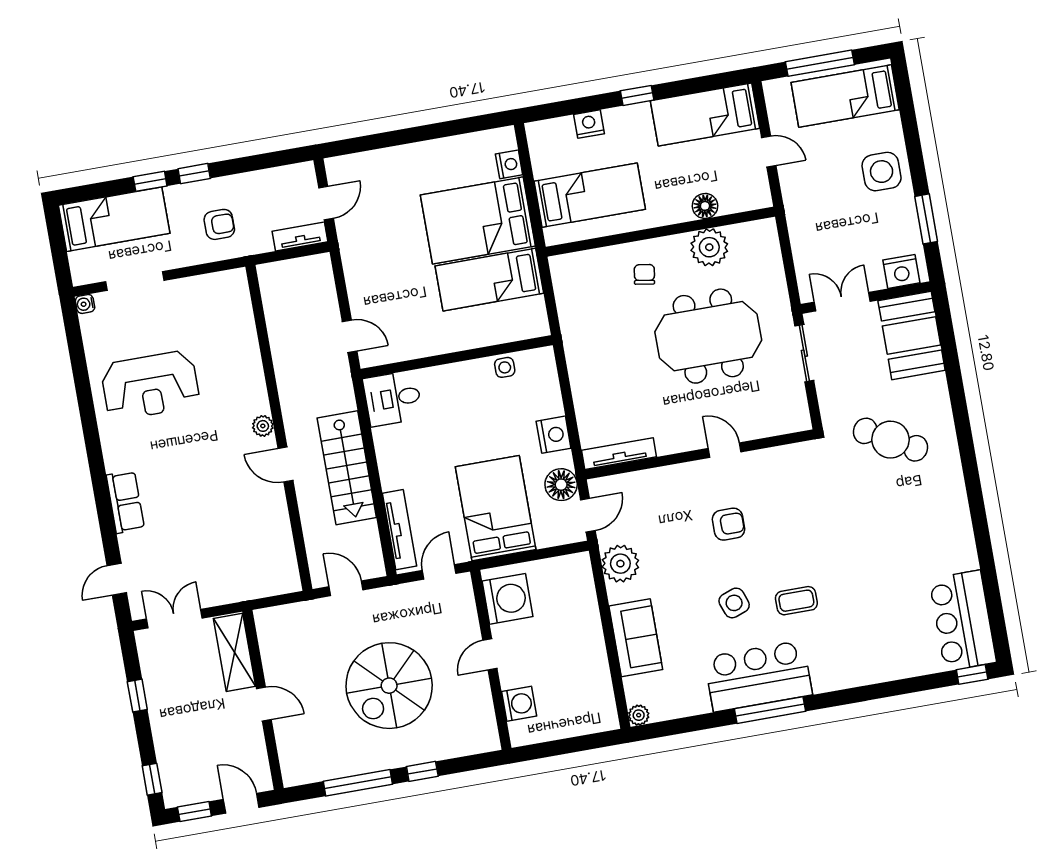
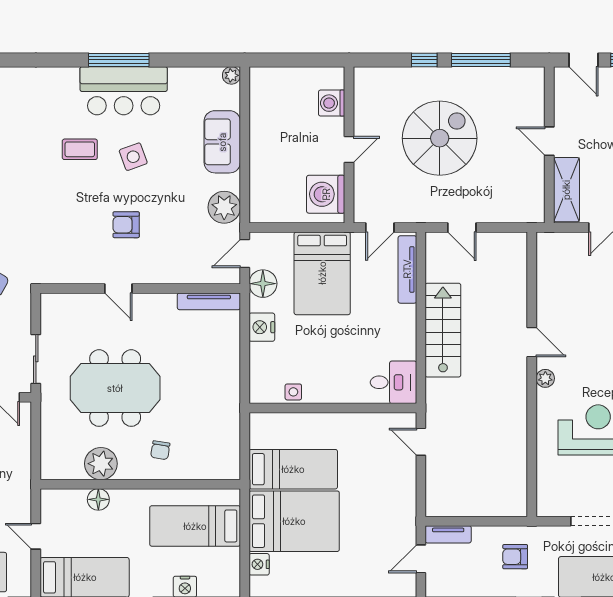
plant: (263, 426) -> (545, 378), moved
wall: (279, 428) -> (532, 374), moved
door: (285, 465) -> (532, 342), moved

